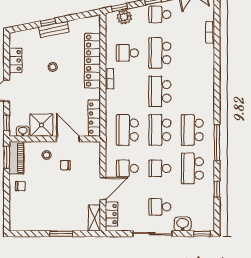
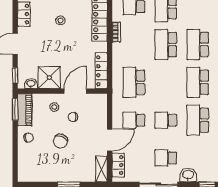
school desk: (160, 130) -> (198, 45), moved
door: (68, 139) -> (75, 91), hinge flipped
chair: (53, 190) -> (60, 141), added

